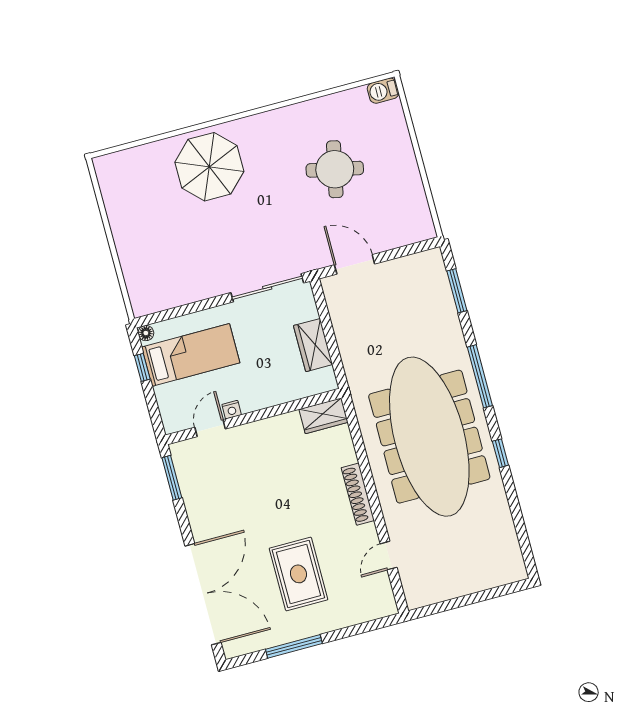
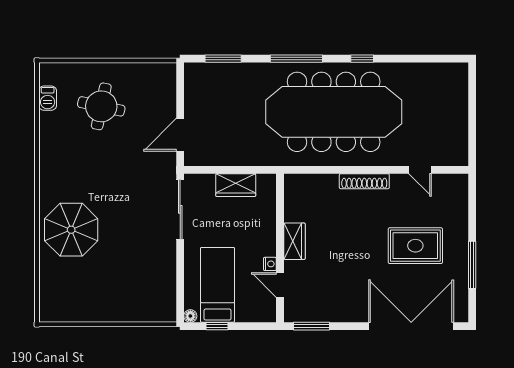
barbecue: (383, 91) -> (48, 98), moved
round table: (335, 169) -> (101, 106), moved
wardrobe: (323, 416) -> (294, 241), moved

